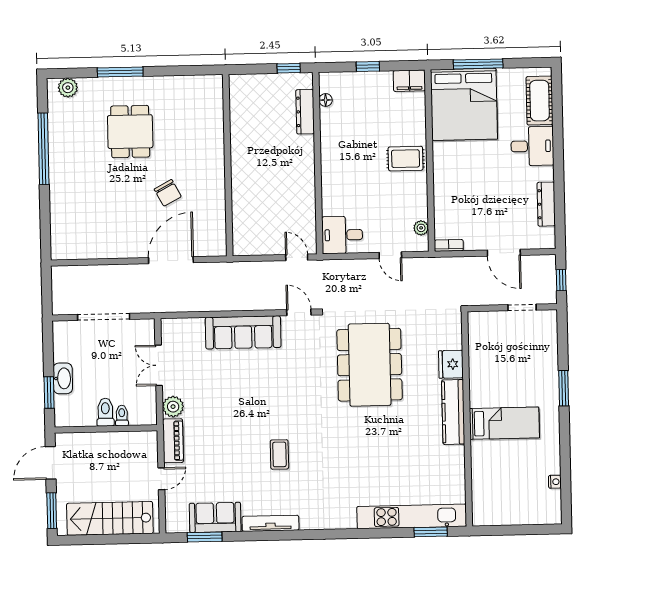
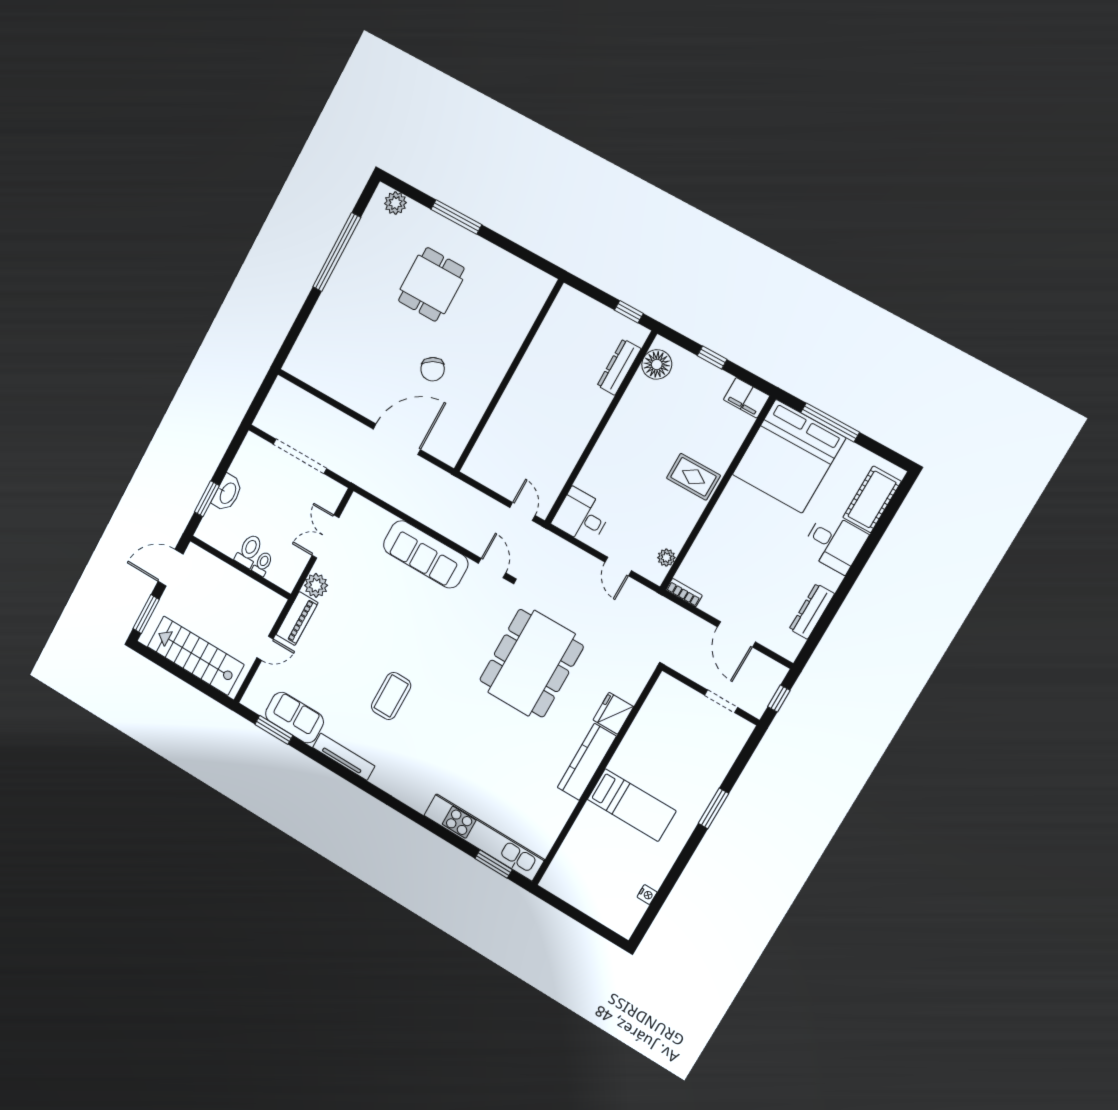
floor lamp: (326, 100) -> (657, 364), width x1.89, depth x1.89
coffee table: (279, 454) -> (391, 696), width x1.36, depth x1.30

